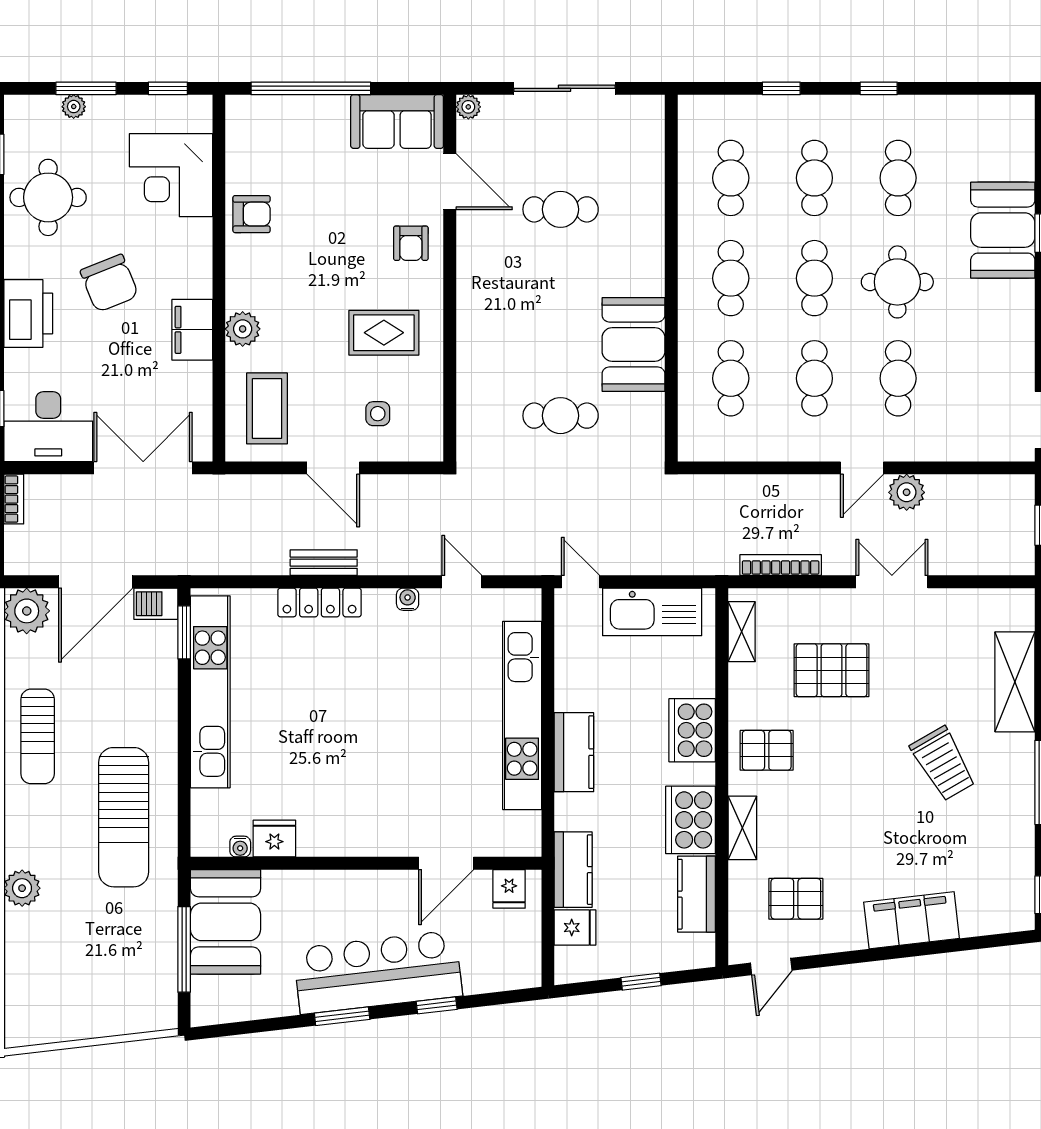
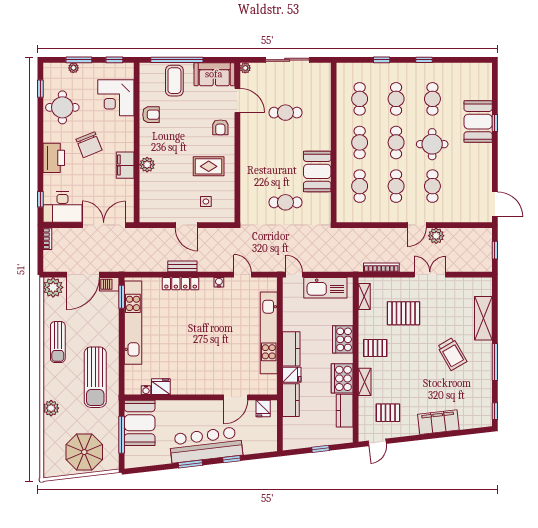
coffee table: (267, 408) -> (174, 81), moved
fridge: (575, 928) -> (292, 375), moved
parasol: (98, 989) -> (84, 452), added

